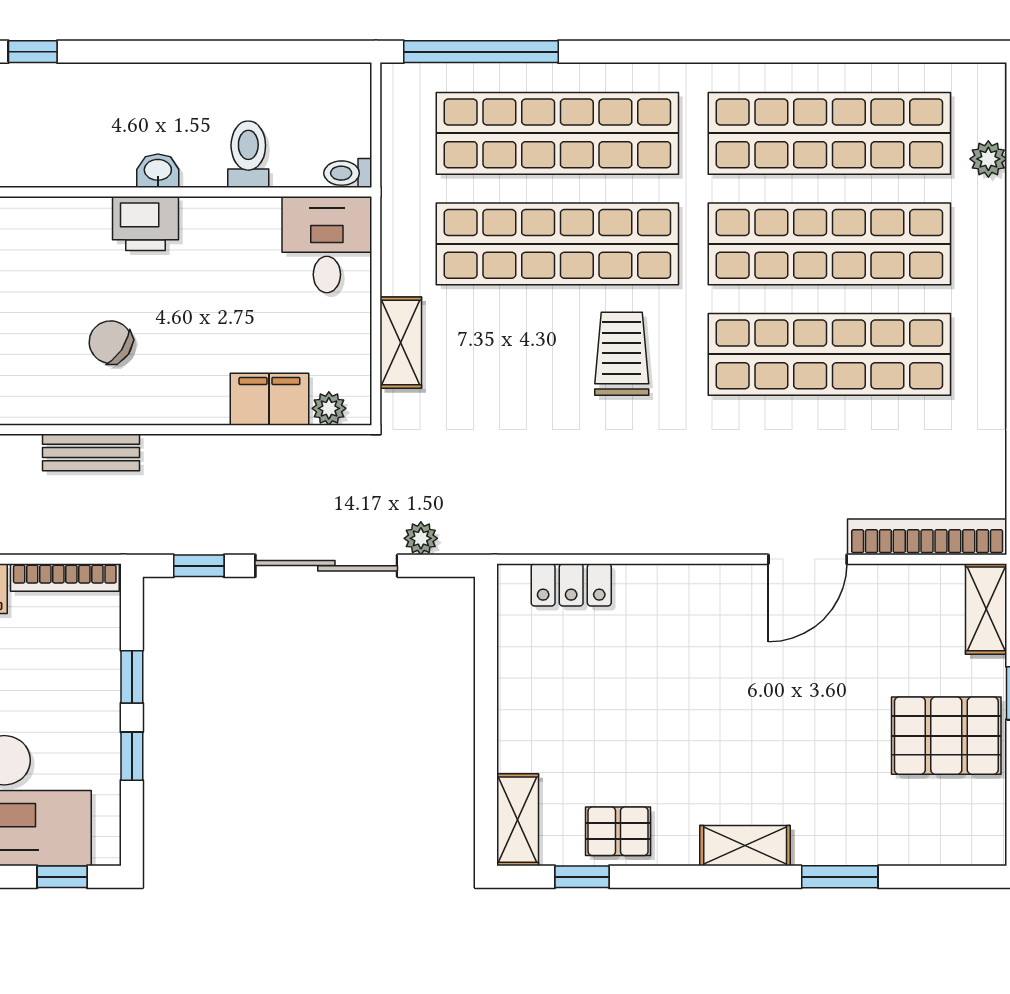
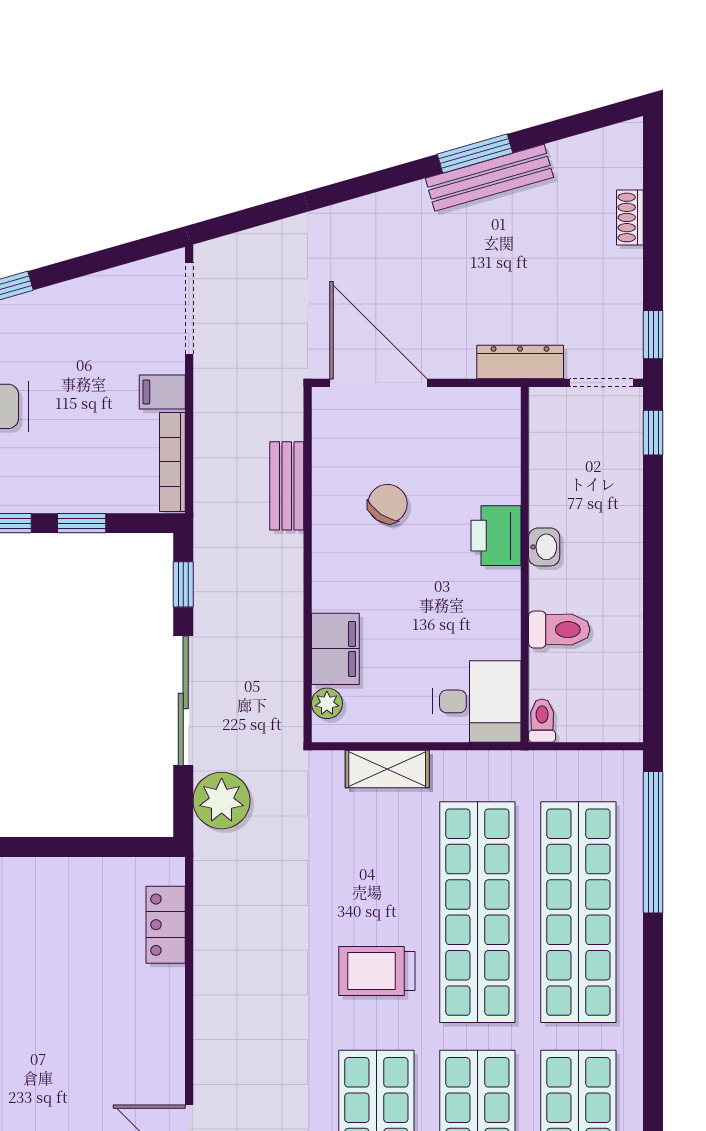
trolley: (622, 354) -> (377, 971), turned 180
plant: (421, 538) -> (222, 801), width x1.88, depth x1.88

